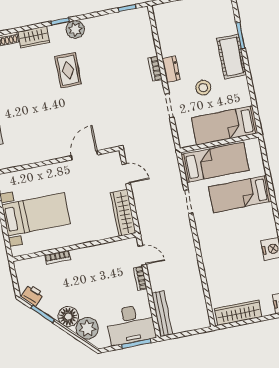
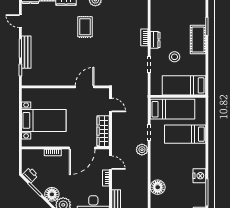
plant: (183, 228) -> (142, 150), added
door: (98, 242) -> (82, 148), added
floor lamp: (216, 277) -> (158, 187), added

